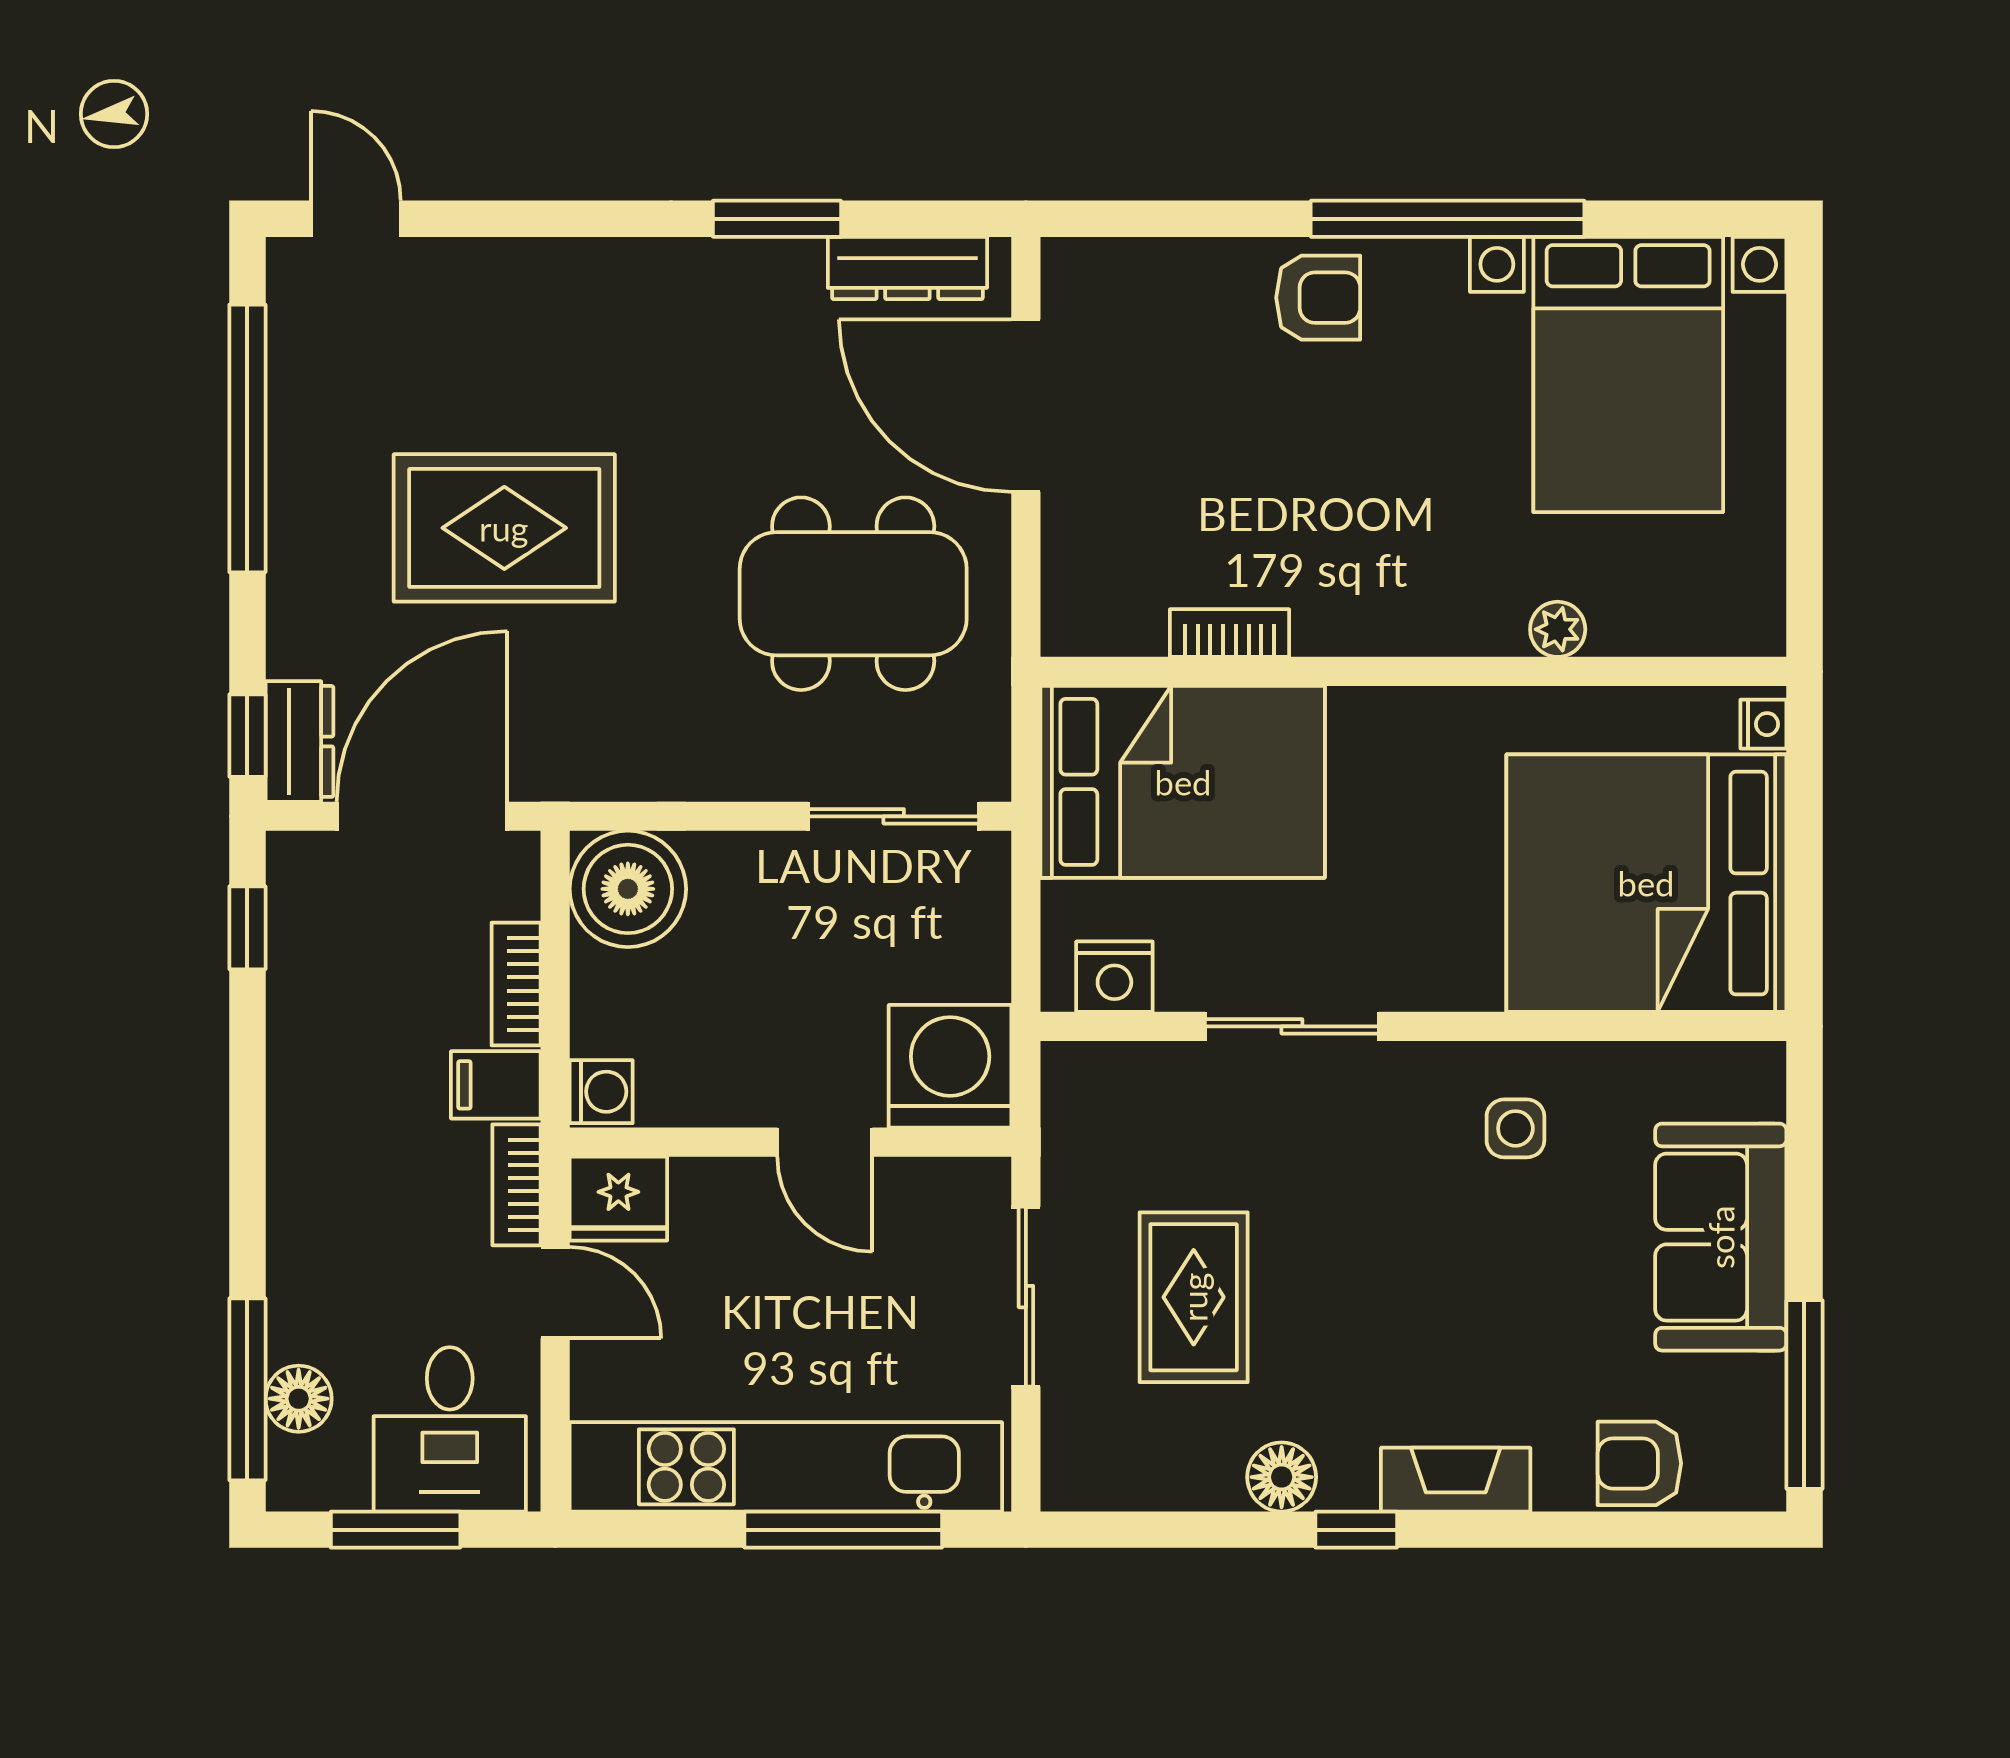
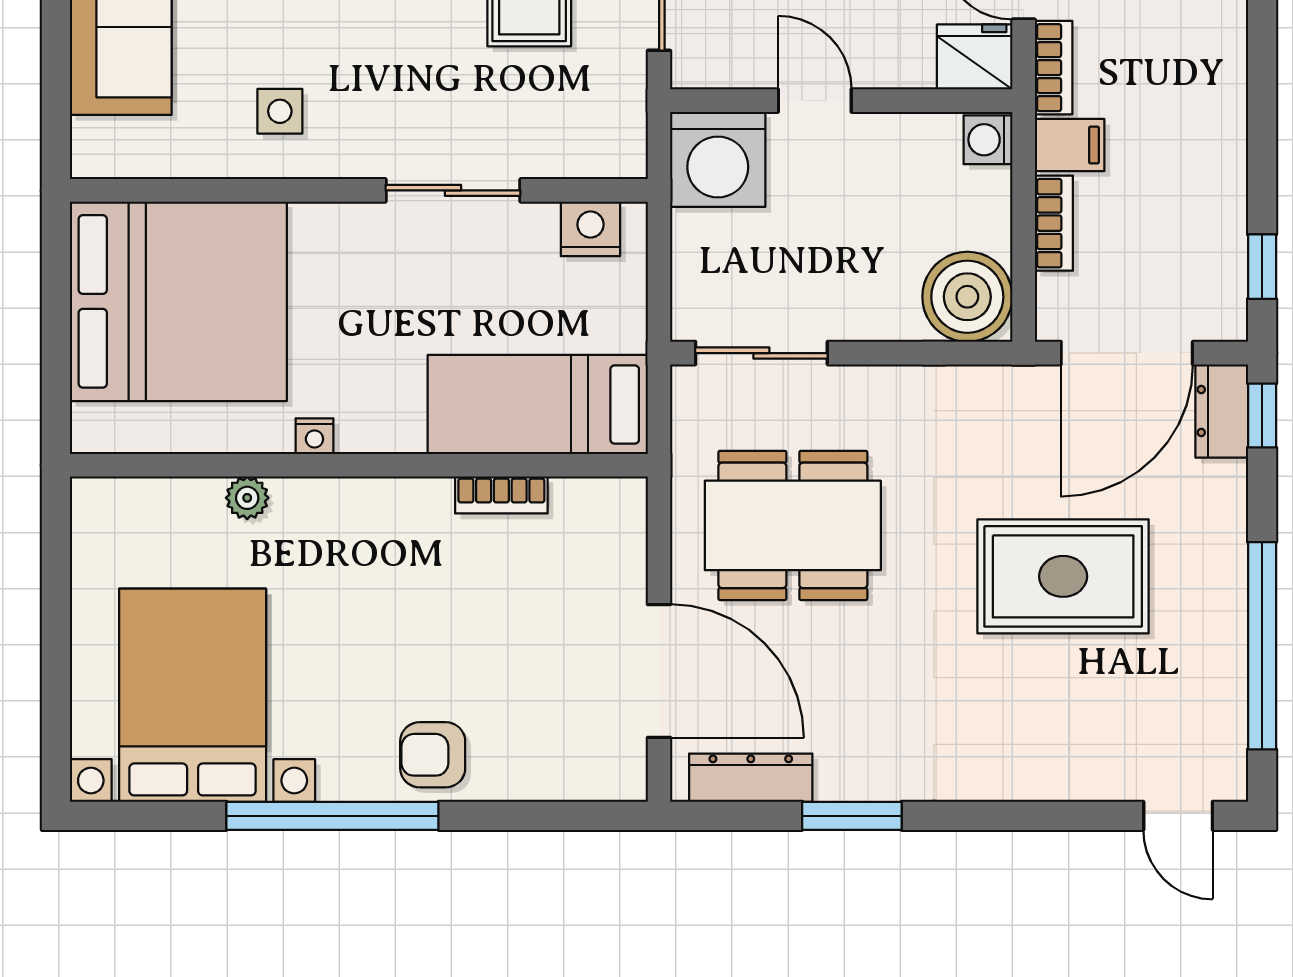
nightstand: (1763, 724) -> (314, 436), moved, turned -90
bed: (1183, 782) -> (538, 404), width x0.67

